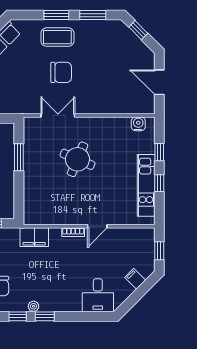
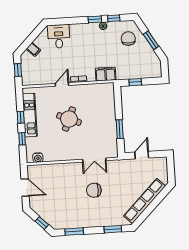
window: (56, 15) -> (113, 229), moved
coffee table: (57, 37) -> (98, 215), removed
round table: (77, 159) -> (69, 119), moved

